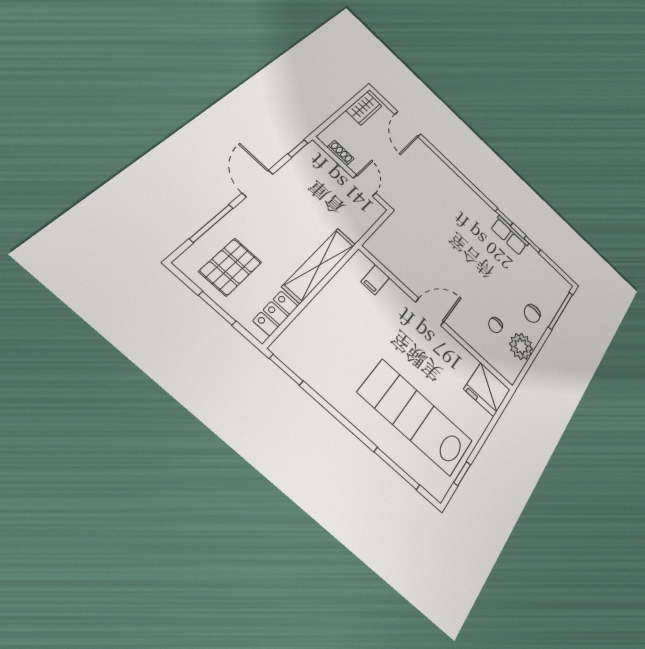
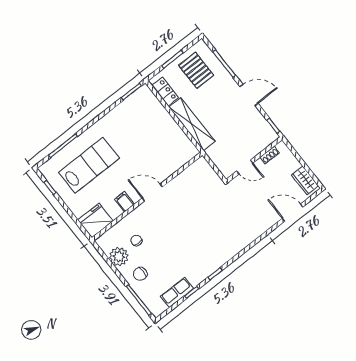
row of seats: (510, 235) -> (177, 292), moved
filing cabinet: (375, 280) -> (124, 202), moved
door: (430, 312) -> (152, 192), swing flipped
chair: (532, 314) -> (140, 274), turned -87
lab bench: (416, 417) -> (89, 165), width x0.73

